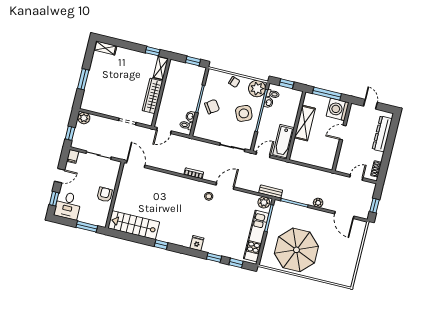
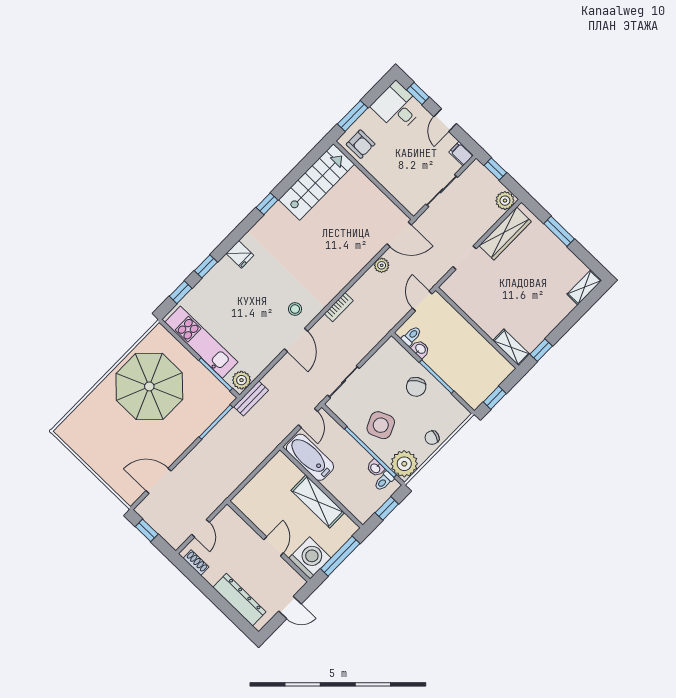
wardrobe: (152, 96) -> (505, 234), moved, turned 90
armchair: (105, 195) -> (361, 144), moved
plant: (318, 203) -> (382, 265), moved

